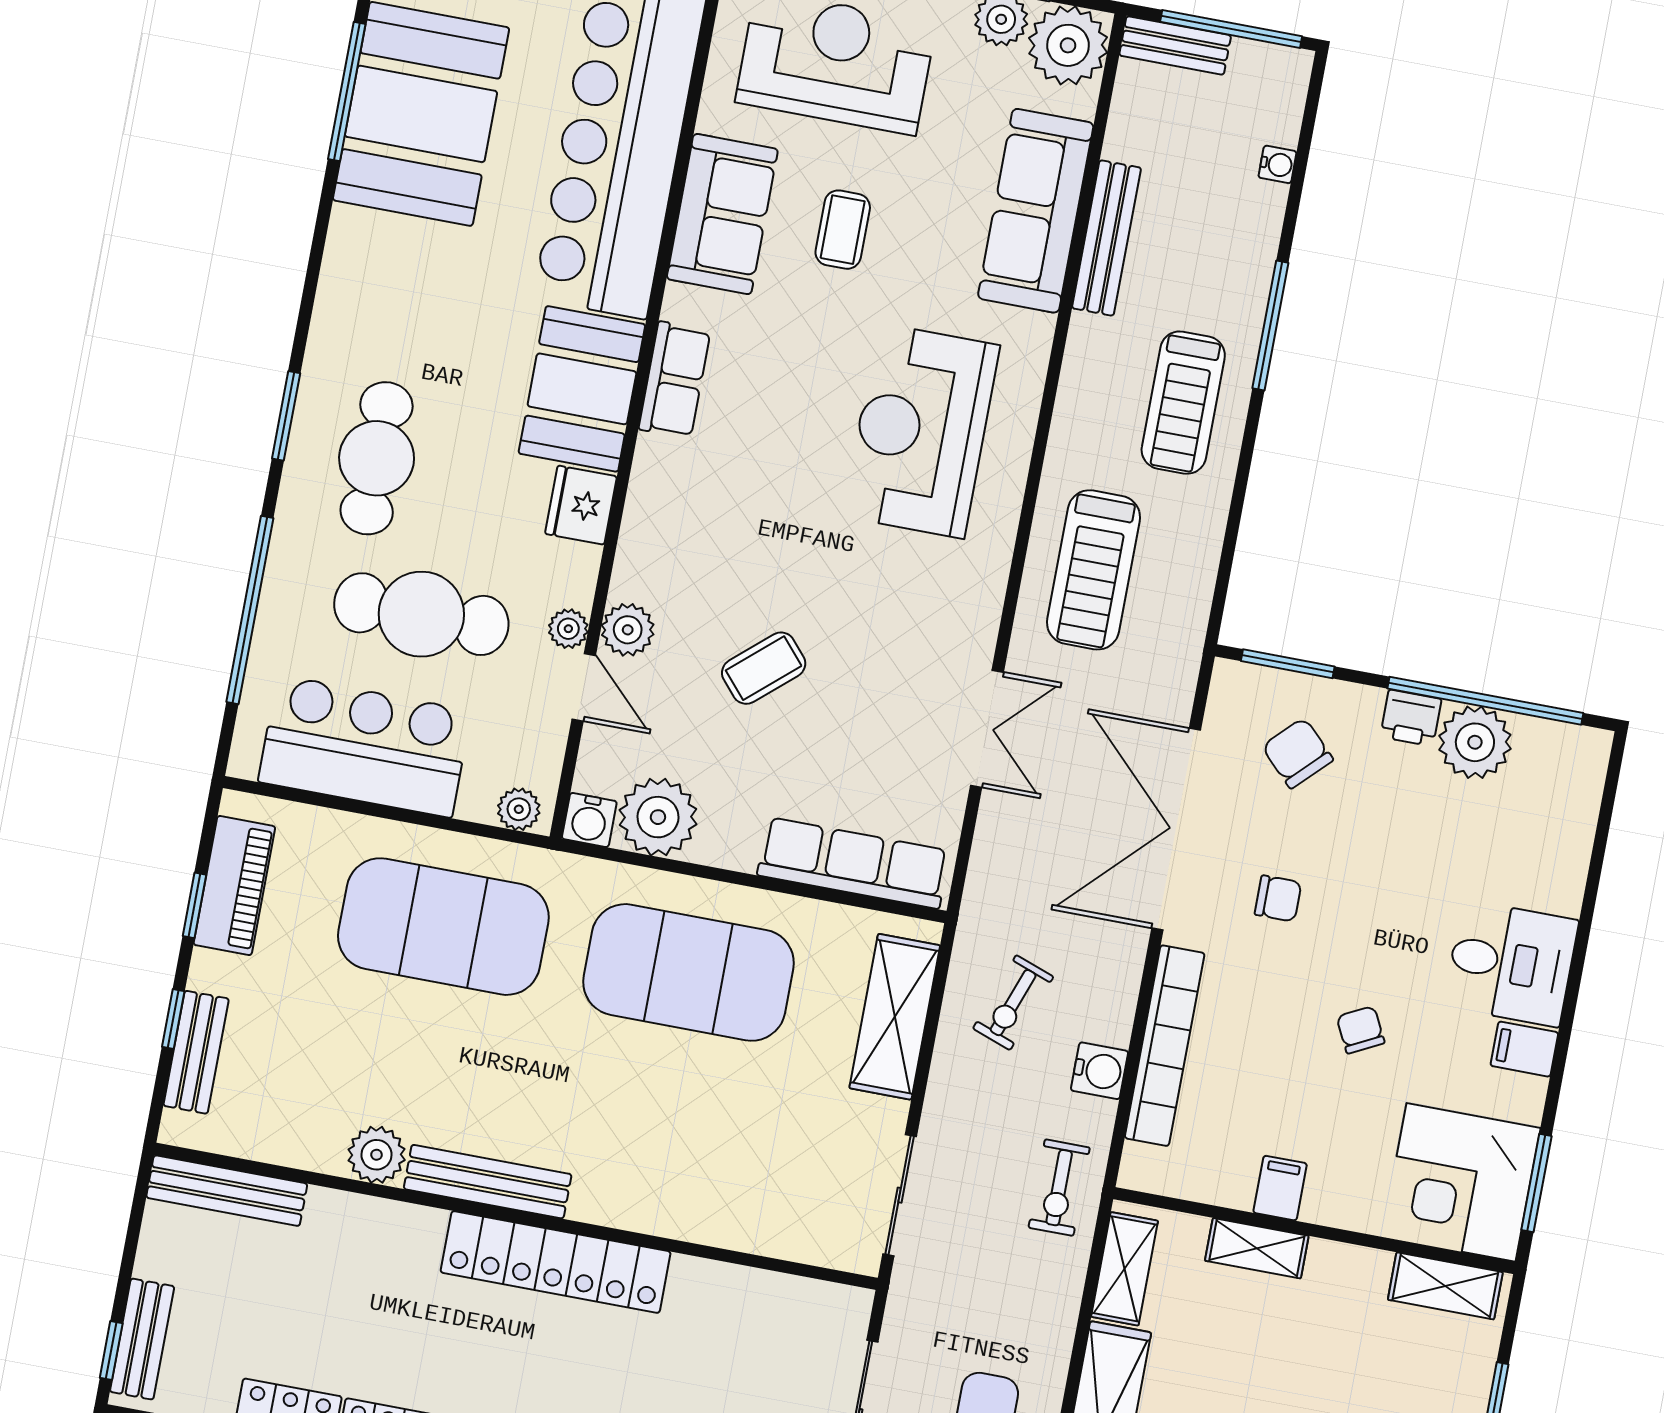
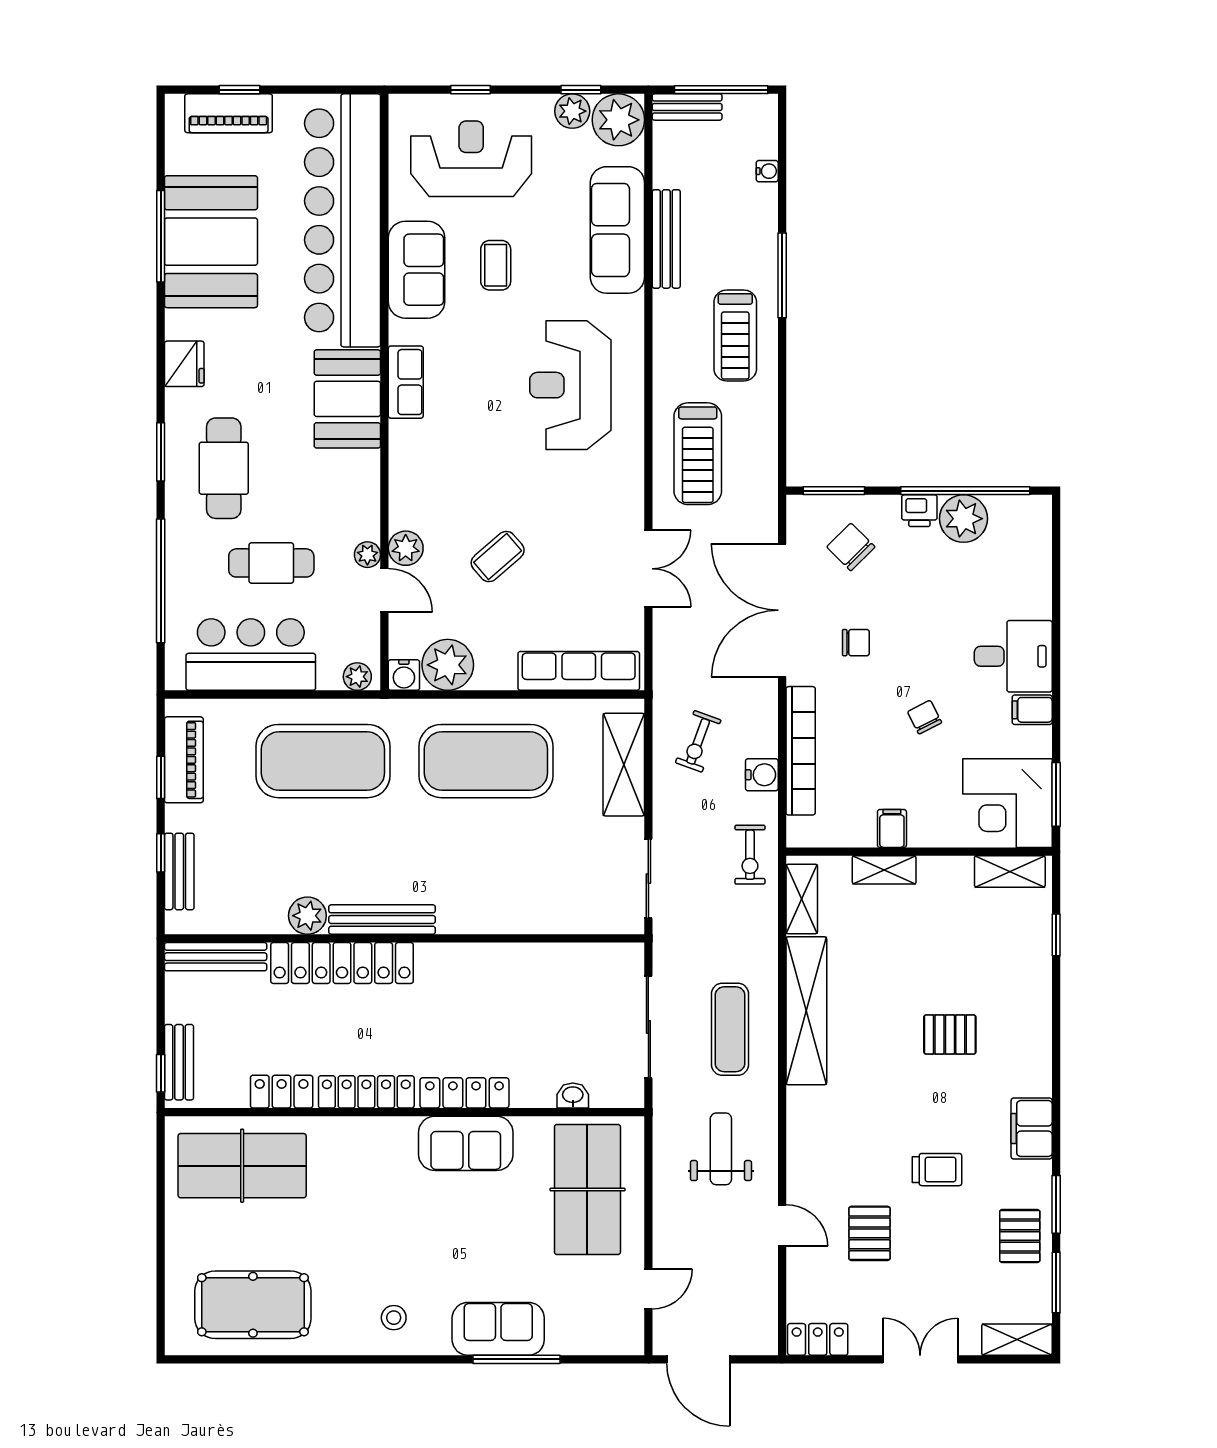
fridge: (581, 505) -> (184, 364), moved, turned 180
cafe table: (421, 614) -> (271, 563), width x0.73, depth x0.74
locker: (556, 1262) -> (342, 963), moved

